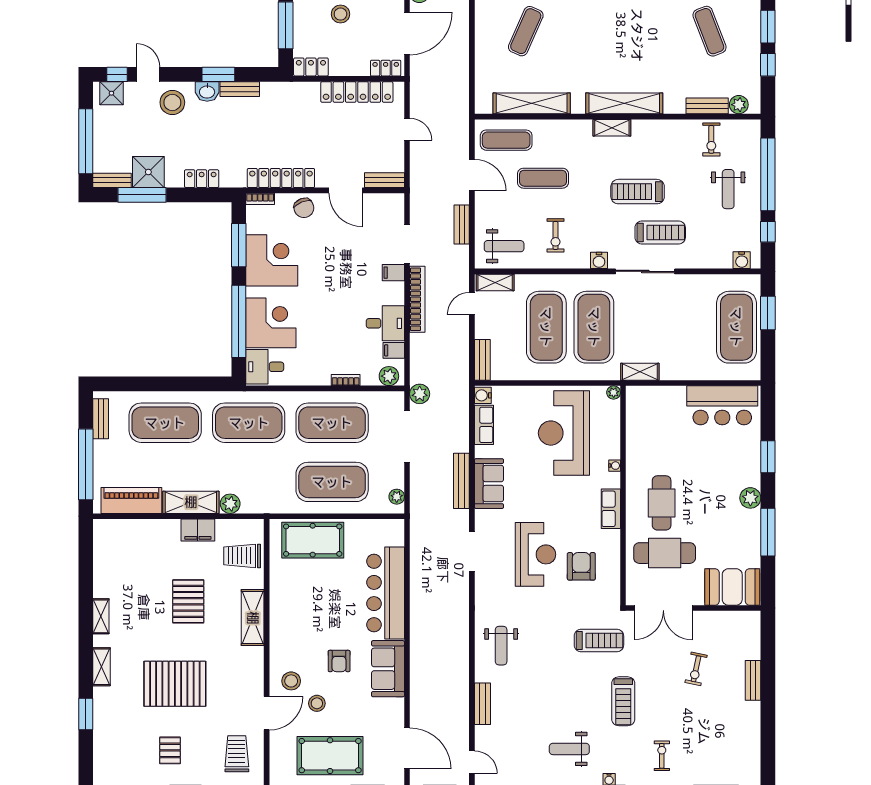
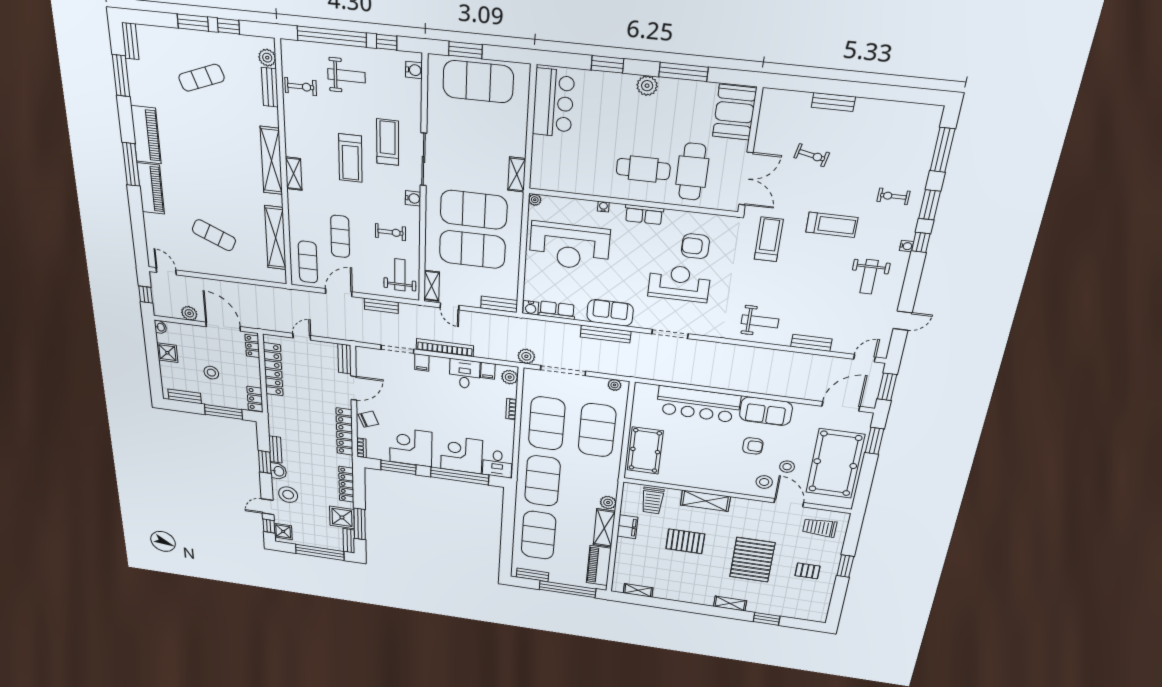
locker: (202, 179) -> (346, 484), width x1.53
shelving: (101, 616) -> (638, 590), moved
pool table: (330, 756) -> (835, 464), width x1.36, depth x1.32

